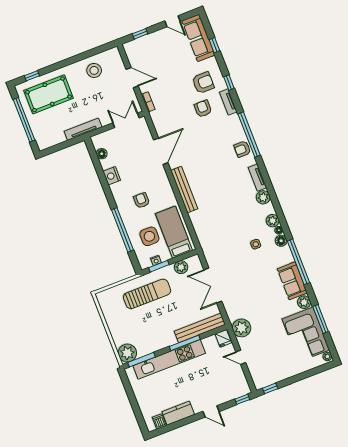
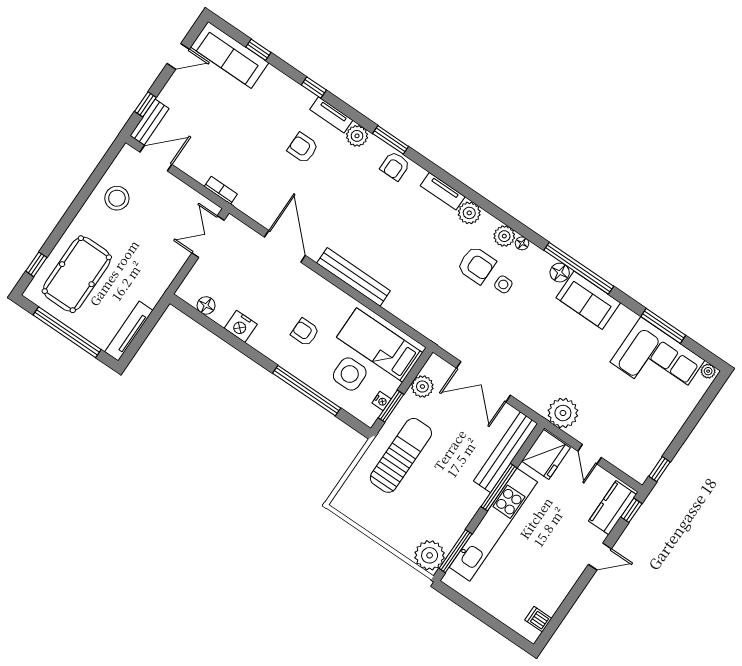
bench: (136, 44) -> (150, 122), added
door: (132, 78) -> (156, 158), moved
armchair: (203, 83) -> (476, 265), moved, turned 90
tv unit: (83, 129) -> (129, 331), moved
window: (249, 135) -> (391, 140), width x0.47
floor lamp: (281, 241) -> (560, 273), moved
plant: (304, 302) -> (357, 136), moved
fridge: (223, 338) -> (546, 454), width x1.88, depth x1.34
door: (241, 357) -> (590, 454), hinge flipped
kitchen counter: (178, 413) -> (612, 508), moved

